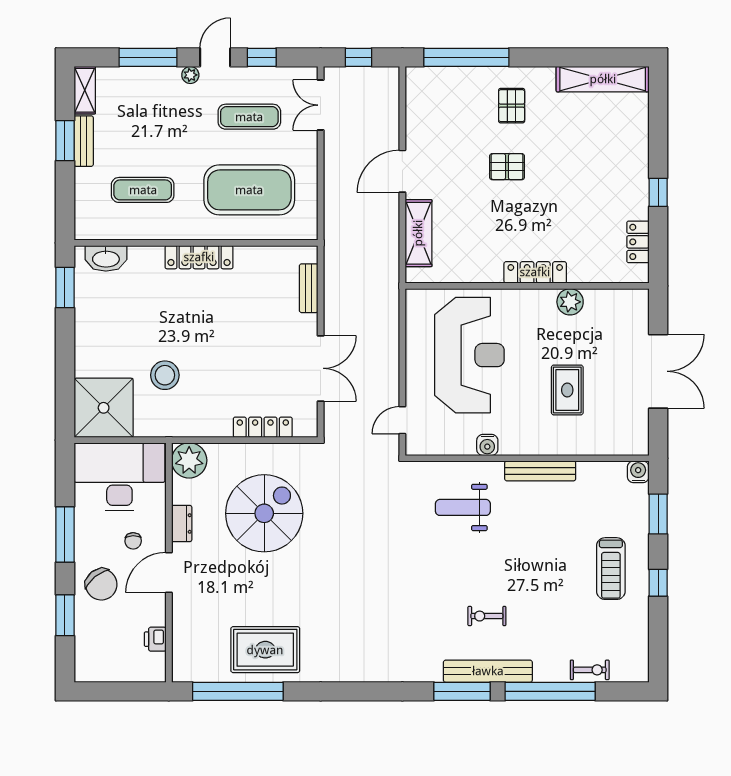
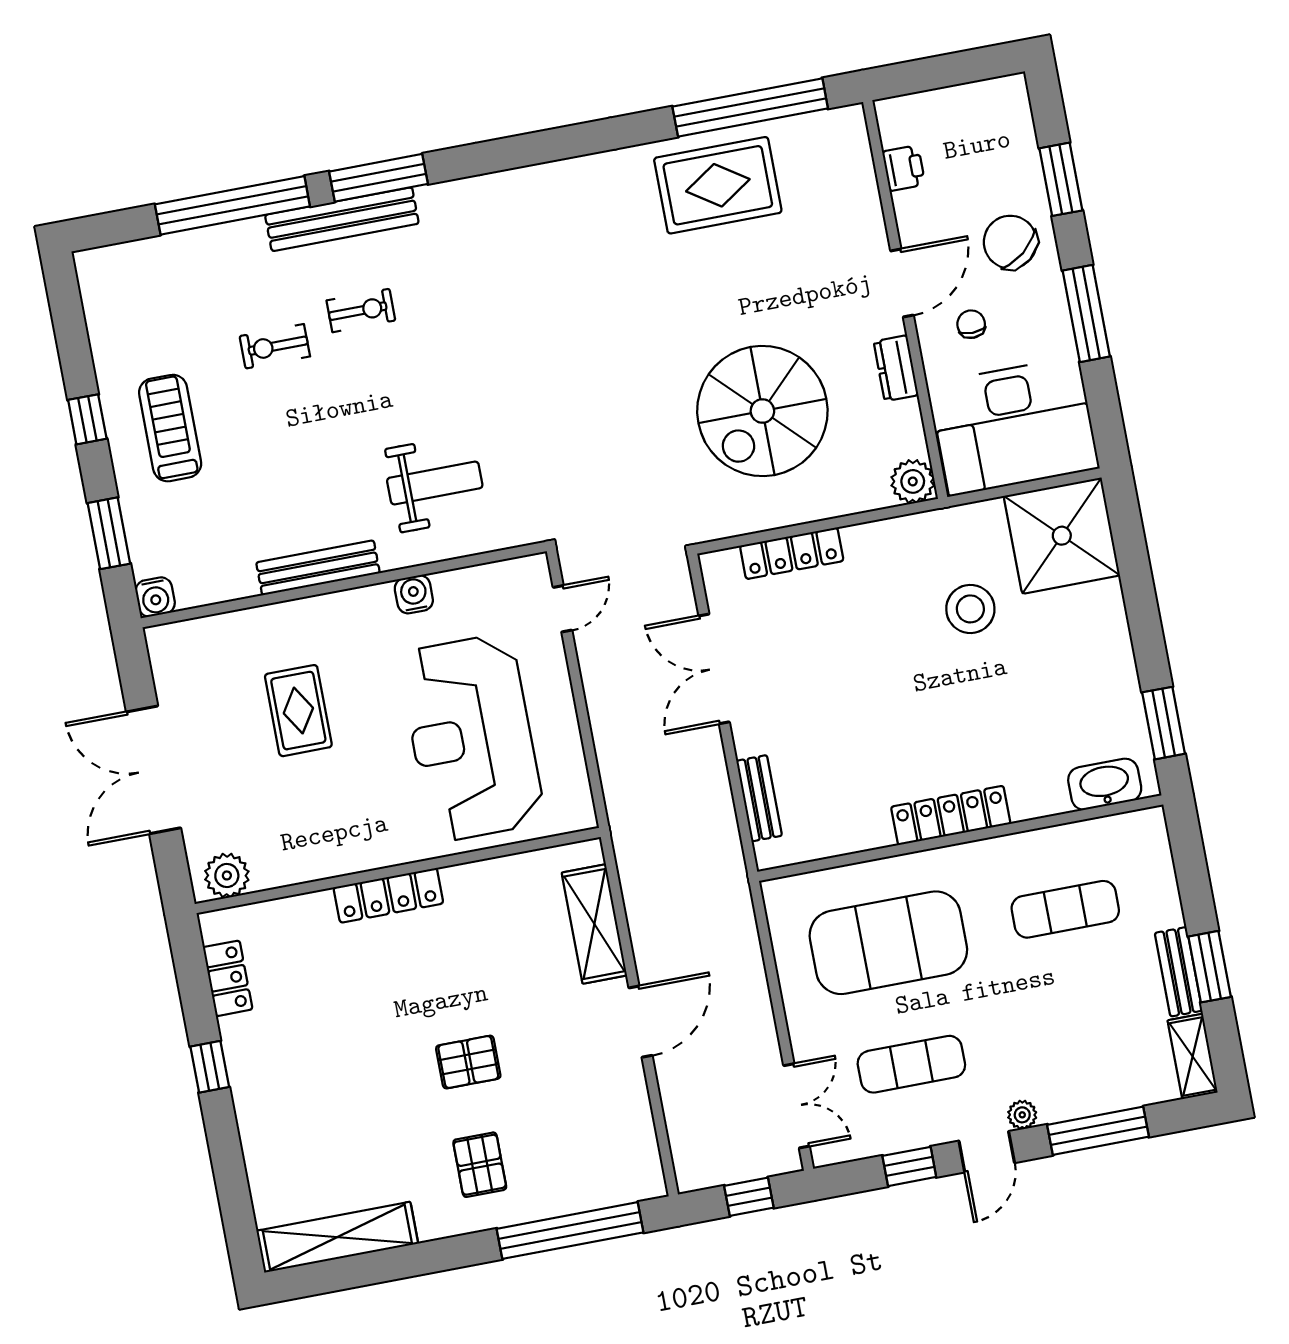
plant: (570, 302) -> (227, 875), moved
plant: (189, 460) -> (913, 481), width x0.73, depth x0.73
exercise bike: (590, 670) -> (275, 346), moved

